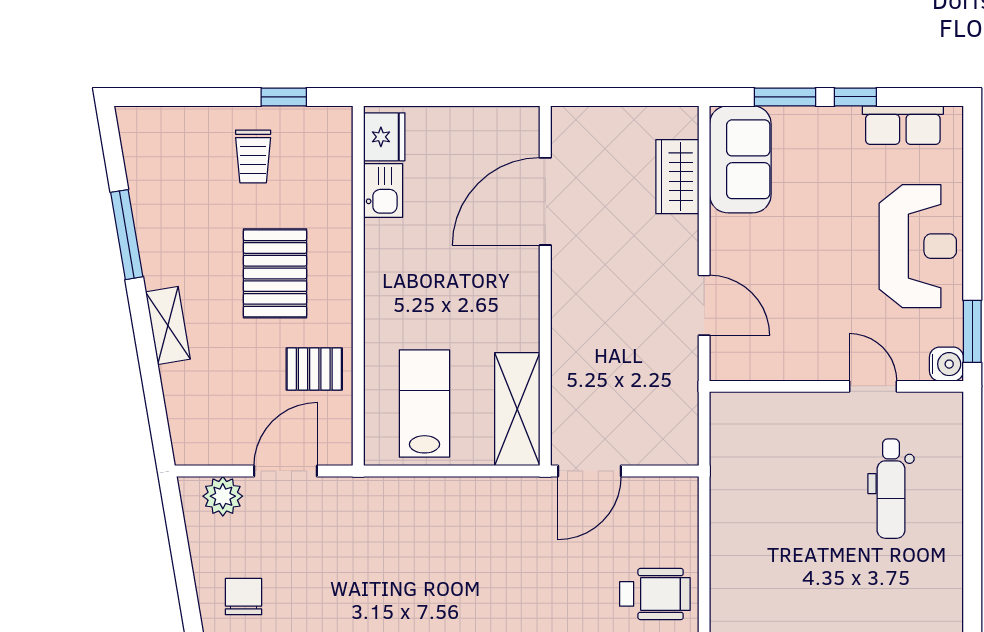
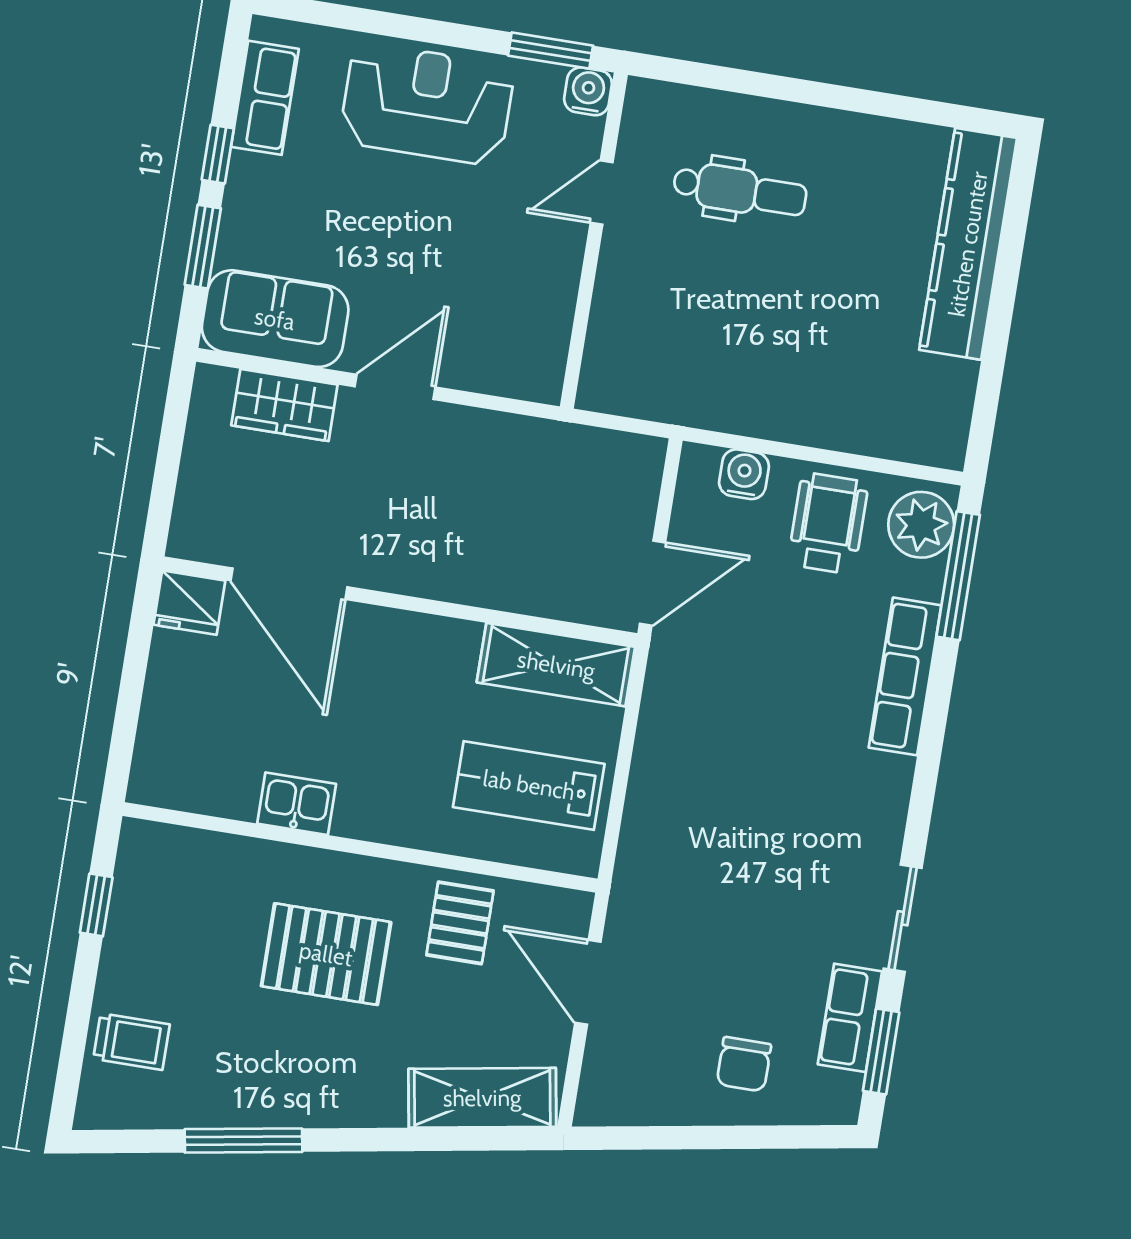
fridge: (384, 137) -> (189, 603), moved, turned 180
trolley: (253, 156) -> (131, 1042), moved
kitchen sink: (383, 191) -> (297, 804), moved
door: (704, 305) -> (395, 387), moved
shelving: (168, 325) -> (482, 1098), moved, width x1.50, depth x1.33
door: (589, 471) -> (653, 583), hinge flipped
plant: (223, 496) -> (608, 1070), removed
water cooler: (681, 526) -> (744, 474), added
chair: (243, 597) -> (744, 1064), turned -90

